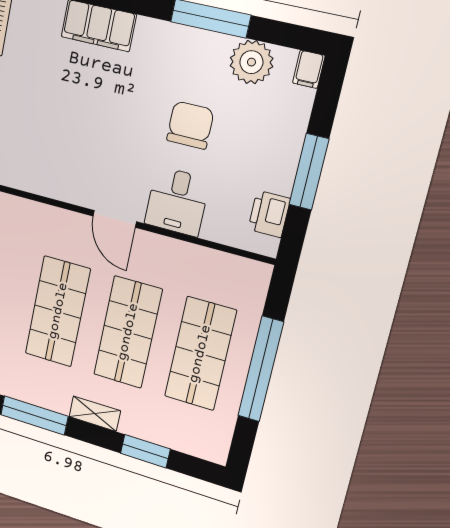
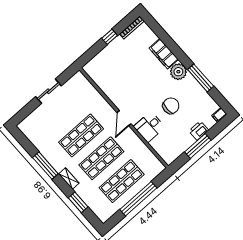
plant: (251, 62) -> (178, 72), moved
printer: (269, 214) -> (199, 131), moved

